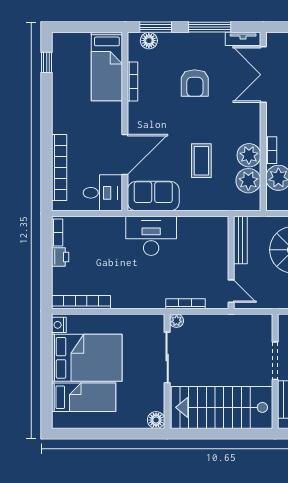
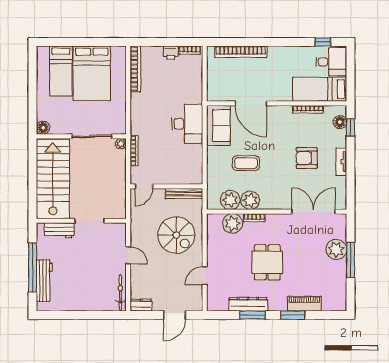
window: (156, 27) -> (350, 127), width x0.67
window: (210, 27) -> (350, 170), removed
tv unit: (243, 39) -> (341, 162), moved
desk: (103, 193) -> (331, 62), moved, turned -90
nightstand: (59, 325) -> (118, 52), removed

